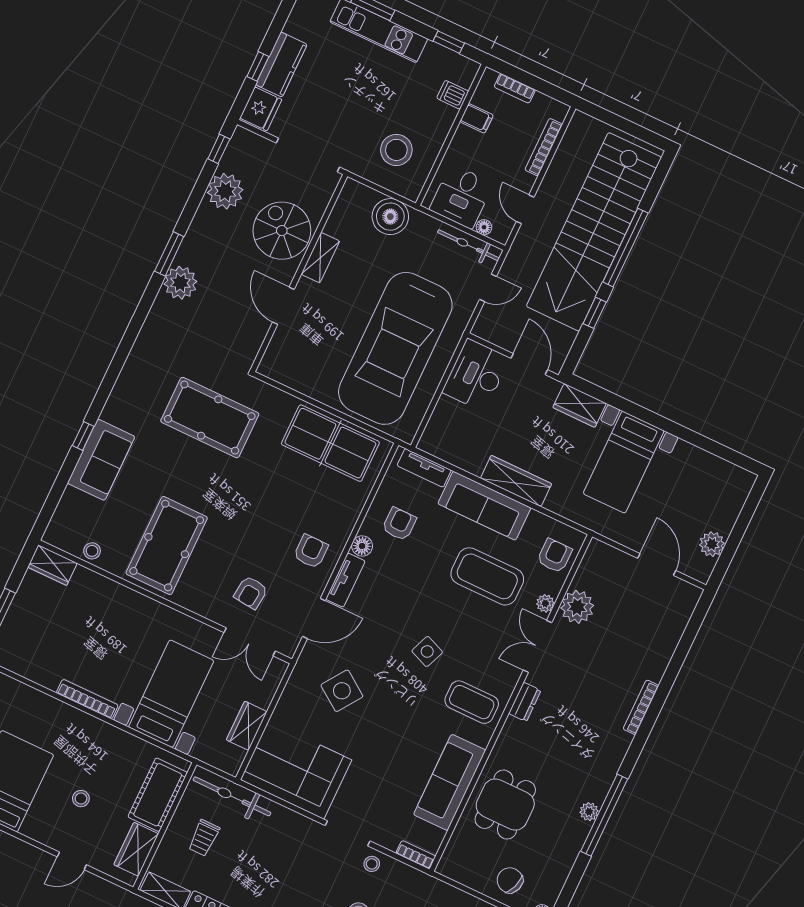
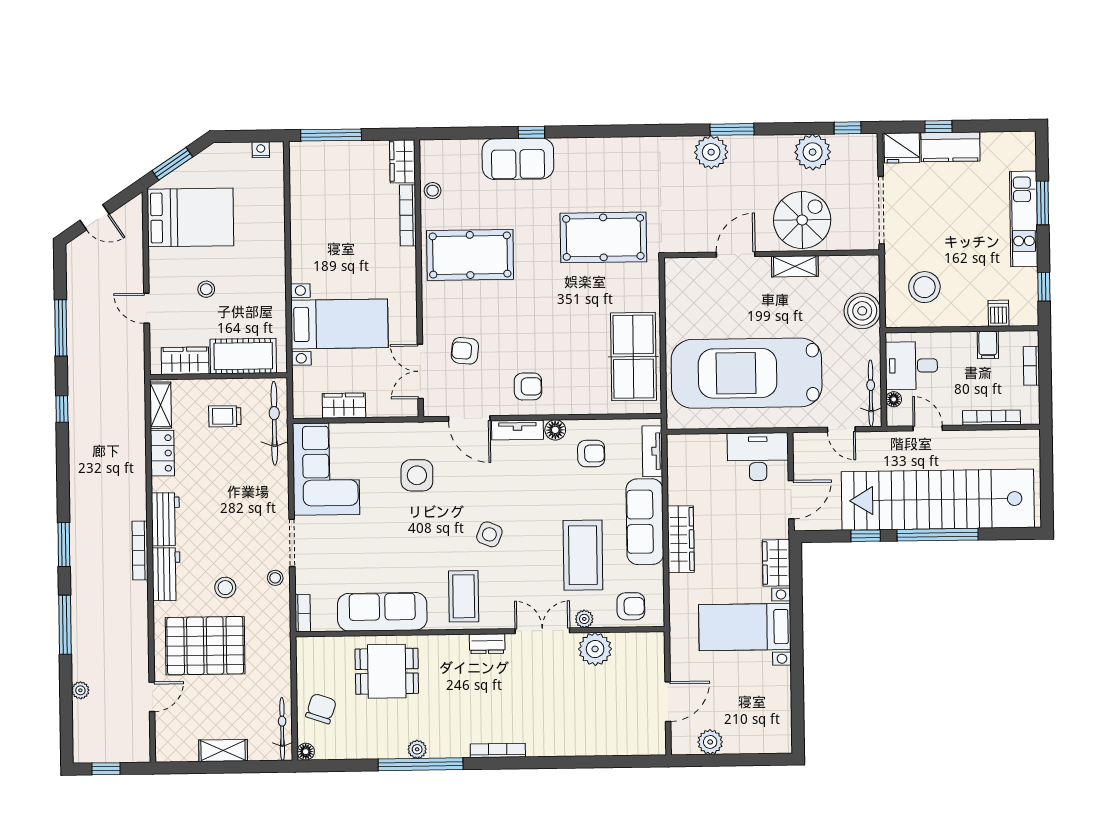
door: (525, 209) -> (928, 428), hinge flipped
pool table: (210, 418) -> (603, 237), turned 90
side table: (342, 691) -> (417, 475), turned -34
bookcase: (87, 699) -> (408, 215), moved, turned 180
bookcase: (641, 707) -> (498, 750), moved

